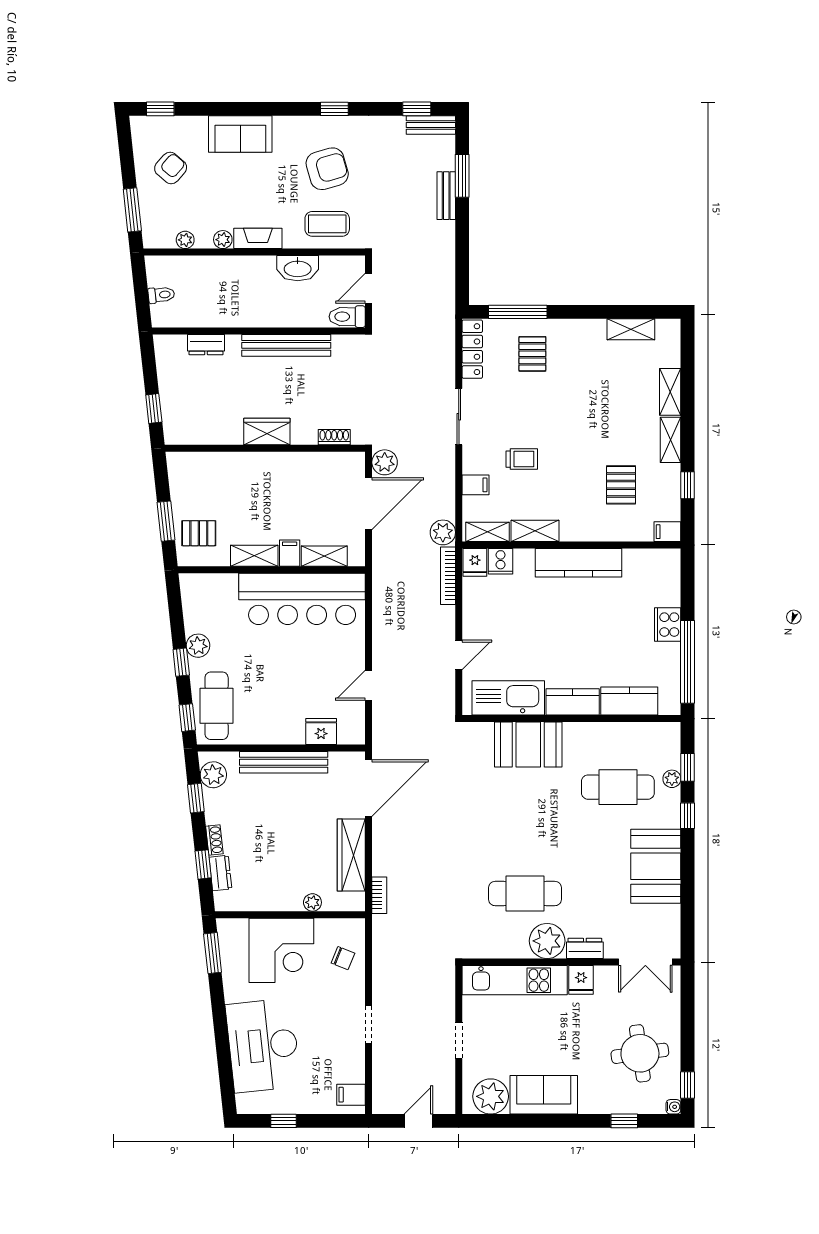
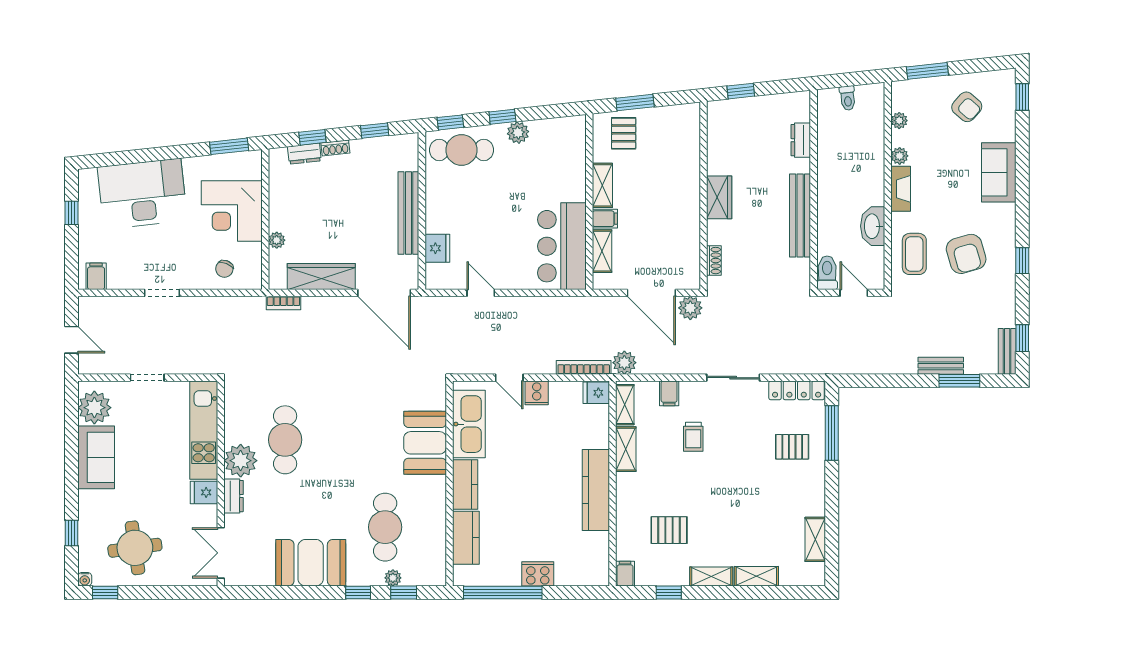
cooker: (501, 561) -> (537, 393), moved, turned -90
bar counter: (302, 599) -> (562, 246), width x0.73
plant: (213, 775) -> (397, 147), removed

